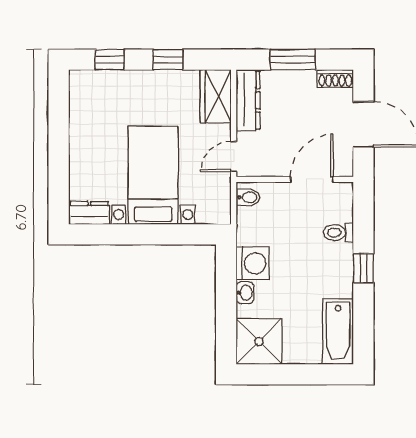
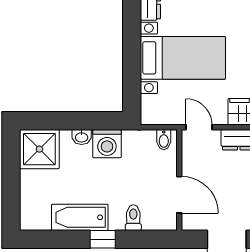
bathtub: (338, 332) -> (80, 217), moved

